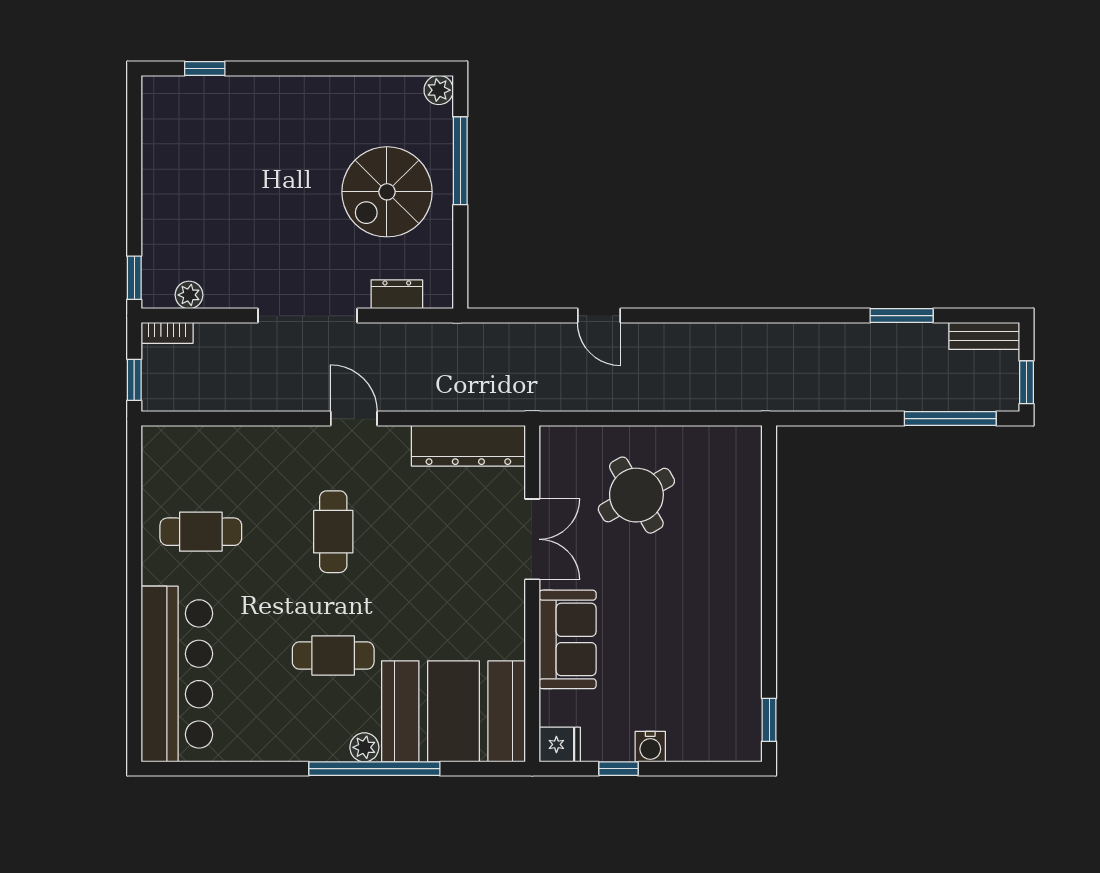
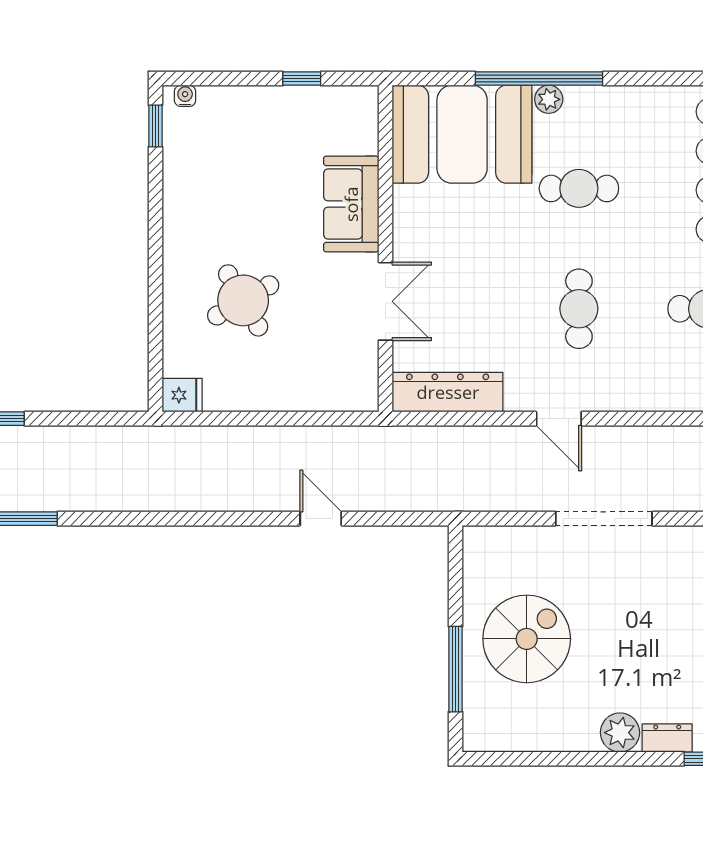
plant: (439, 90) -> (620, 733), moved, width x1.38, depth x1.38
dresser: (397, 294) -> (667, 738), moved, turned 180
round table: (636, 495) -> (243, 300), moved
double door: (532, 539) -> (386, 301), swing flipped
fridge: (560, 744) -> (182, 395), moved, turned 180
water cooler: (650, 747) -> (185, 96), moved, width x0.72, depth x0.72

